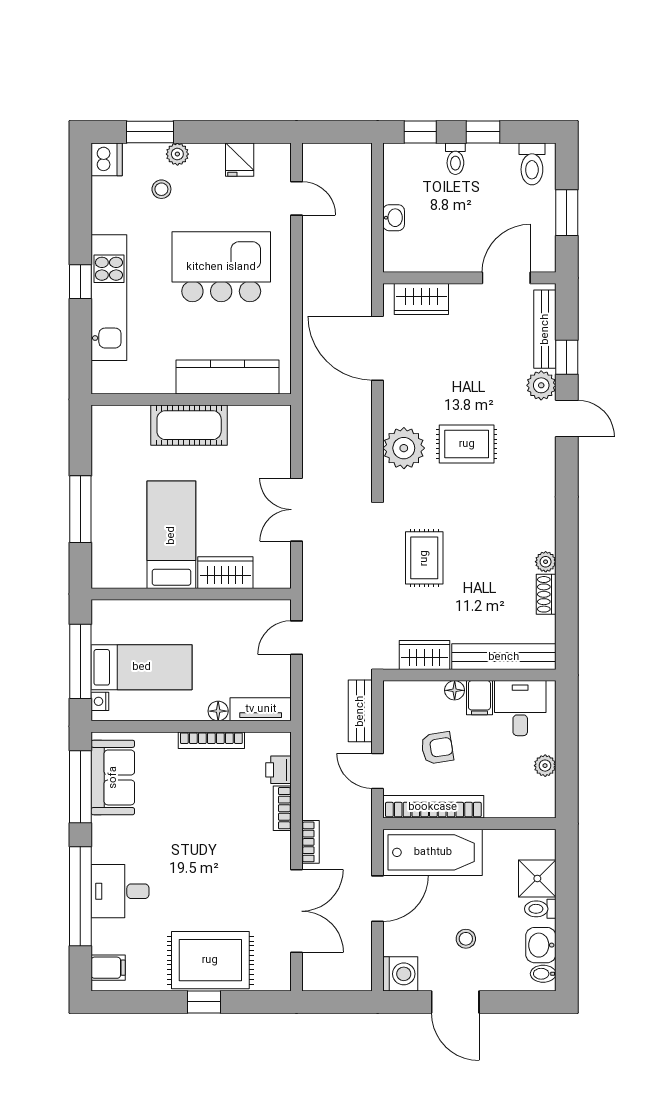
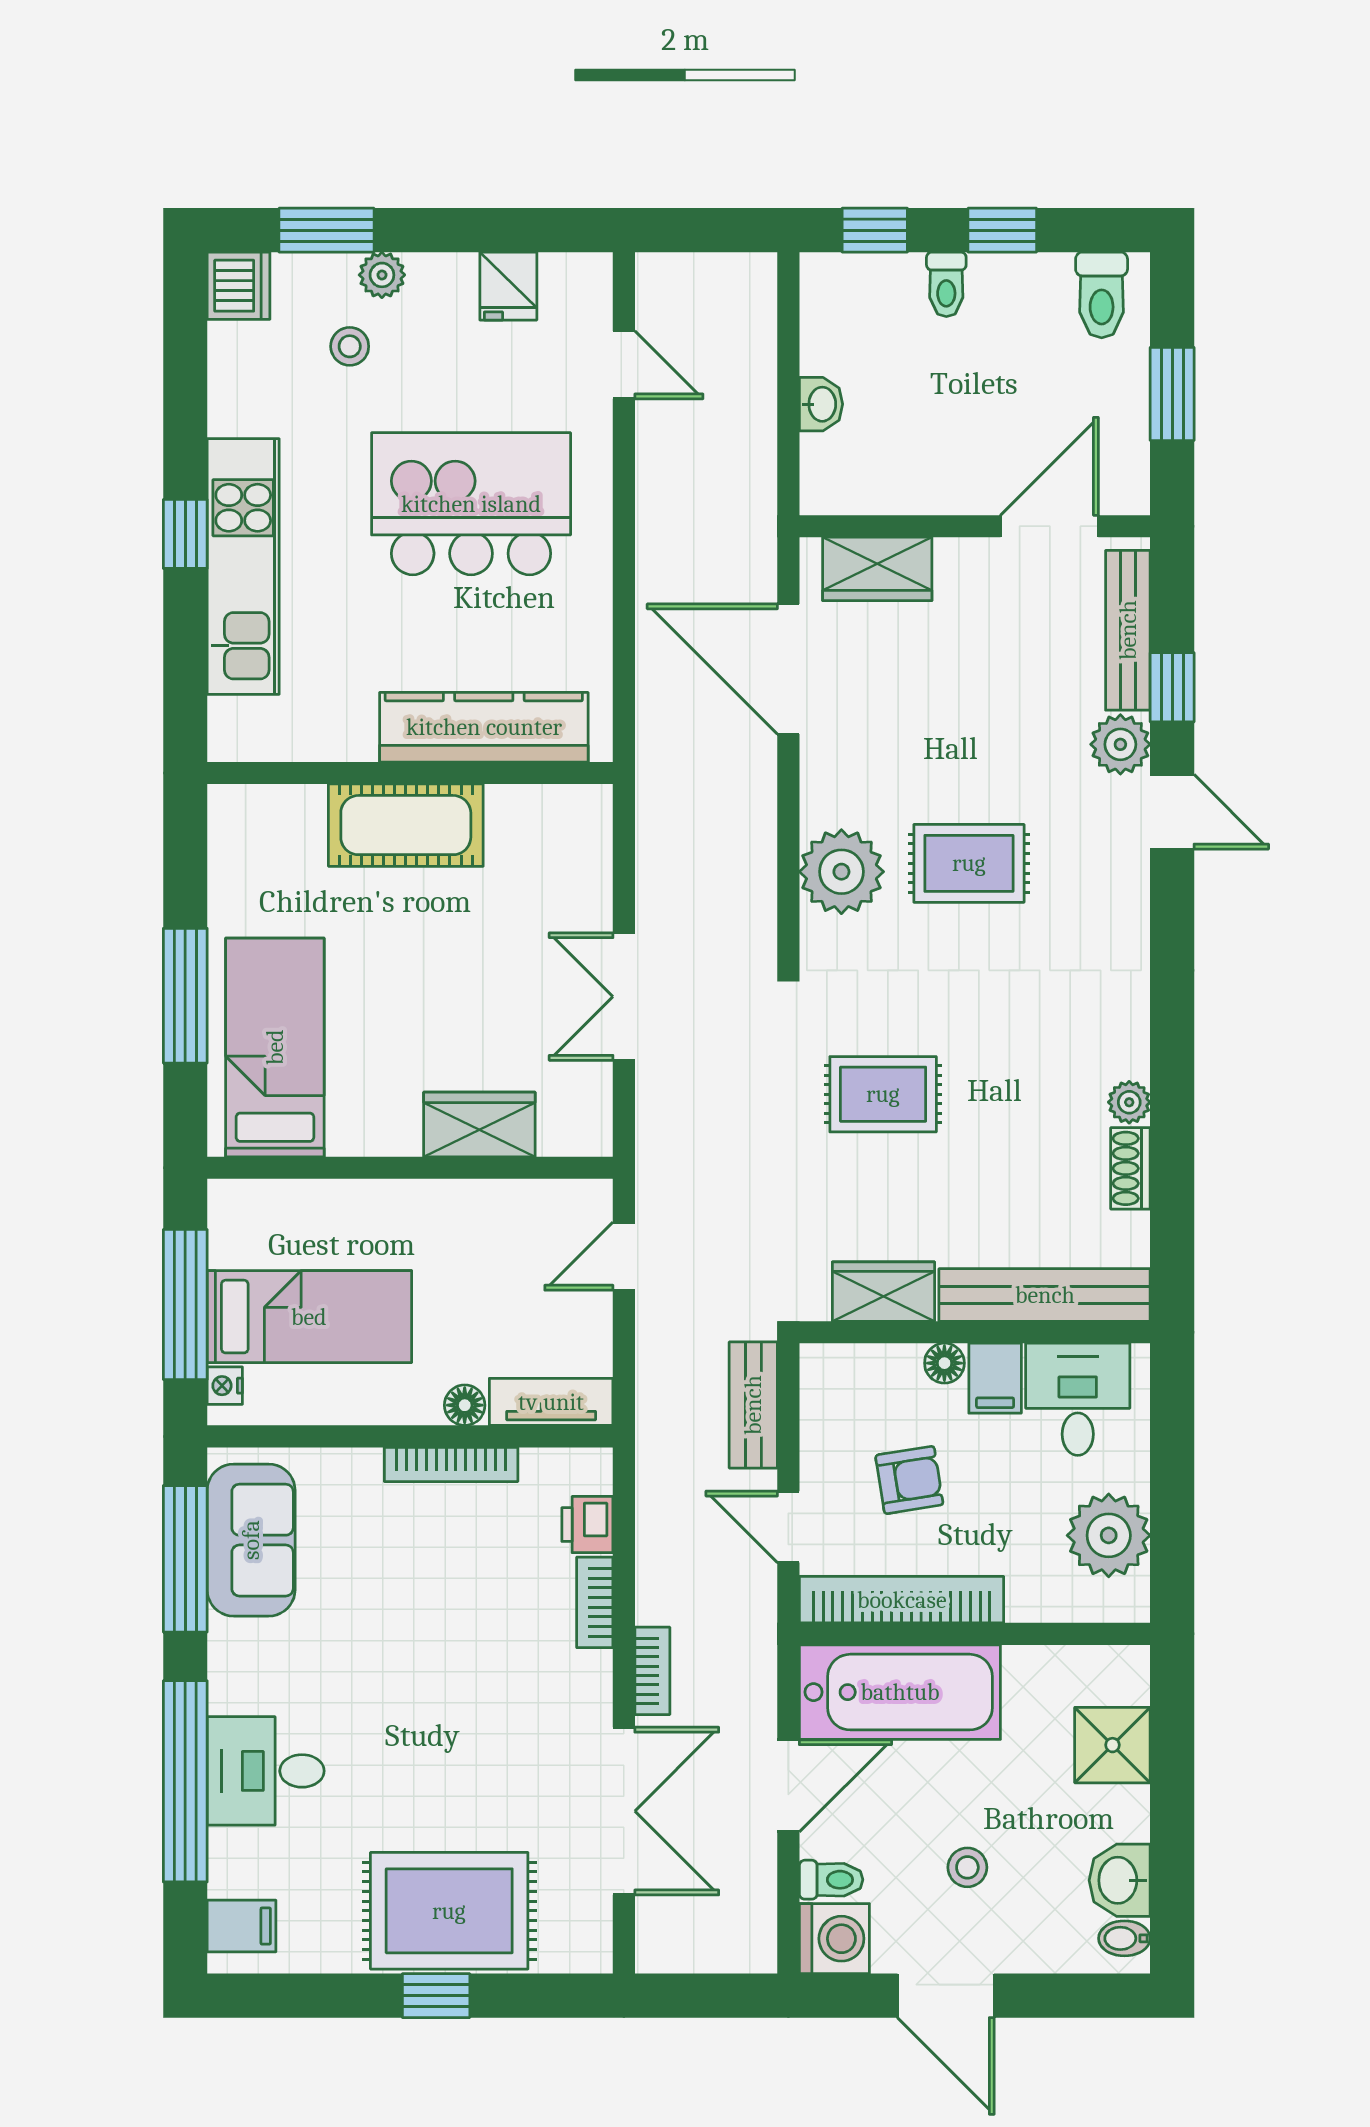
bed: (171, 535) -> (275, 1047), moved
rug: (424, 558) -> (883, 1094), turned 90
plant: (545, 766) -> (1109, 1535), width x1.88, depth x1.88
toilet: (540, 909) -> (831, 1880), moved, turned 180

